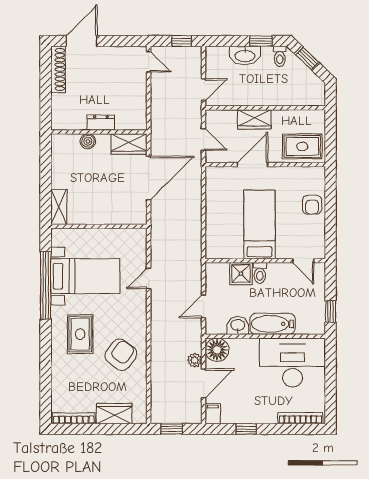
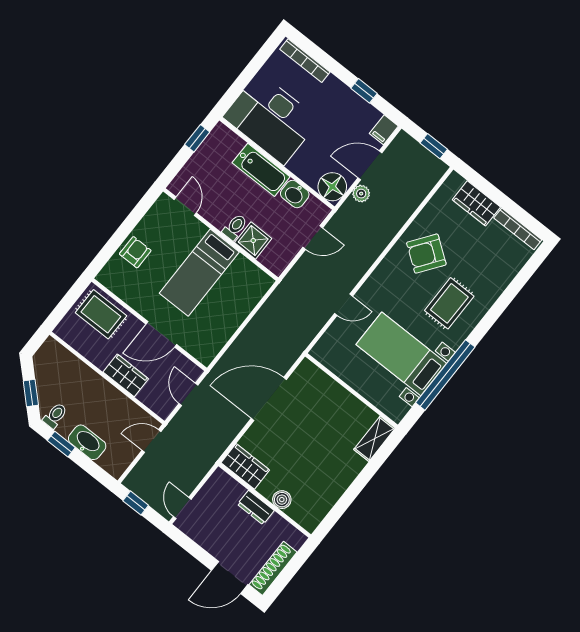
dresser: (101, 123) -> (256, 508), moved
wall: (99, 132) -> (265, 500), moved
boiler: (88, 141) -> (282, 500), moved
wardrobe: (129, 144) -> (245, 466), moved

